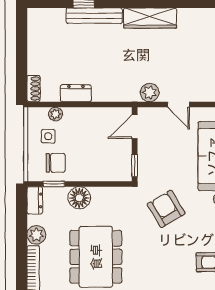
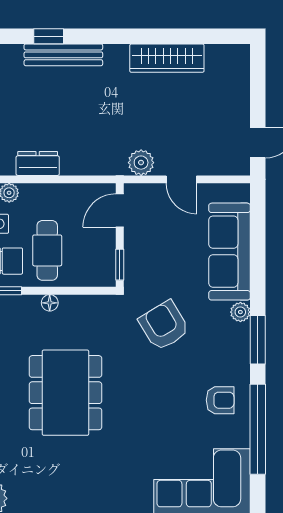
wardrobe: (150, 18) -> (167, 58), moved
cafe table: (83, 155) -> (47, 250), added
floor lamp: (79, 198) -> (50, 303), width x0.53, depth x0.53

